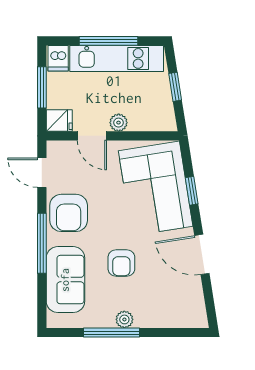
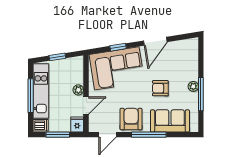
armchair: (69, 213) -> (131, 119), turned -90
armchair: (121, 263) -> (160, 88), turned 180

